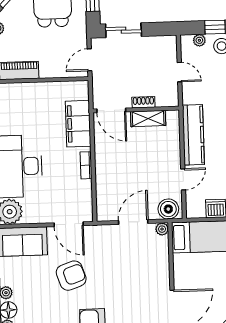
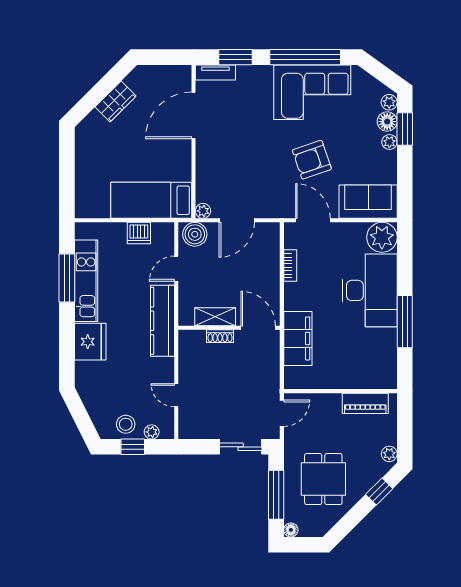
shoe rack: (143, 102) -> (220, 336), moved
door: (111, 110) -> (258, 328), moved
wall: (136, 110) -> (229, 328), moved
shelving: (148, 119) -> (215, 317), moved
bookcase: (86, 165) -> (290, 266), moved

